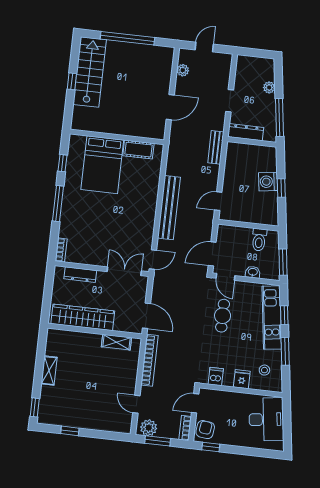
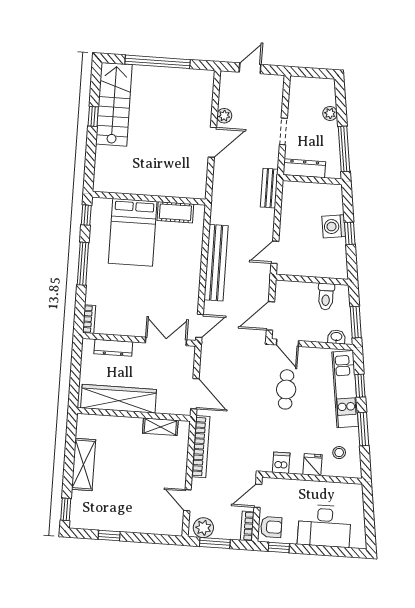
plant: (183, 70) -> (224, 116), moved
wall: (117, 137) -> (149, 198), moved
cot: (138, 150) -> (175, 212), moved
bed: (102, 165) -> (133, 232), moved
washbasin: (253, 272) -> (336, 337), moved
shelving: (49, 371) -> (84, 465), width x1.50, depth x1.33
desk: (266, 419) -> (324, 526), moved, turned 98
armchair: (205, 430) -> (271, 527), turned 83

